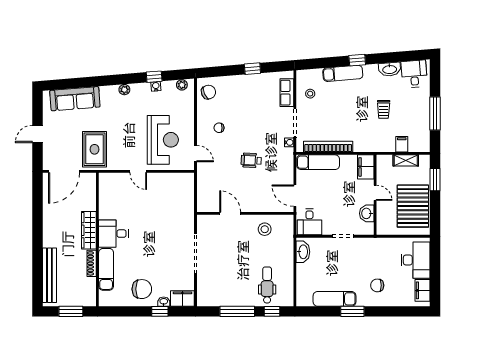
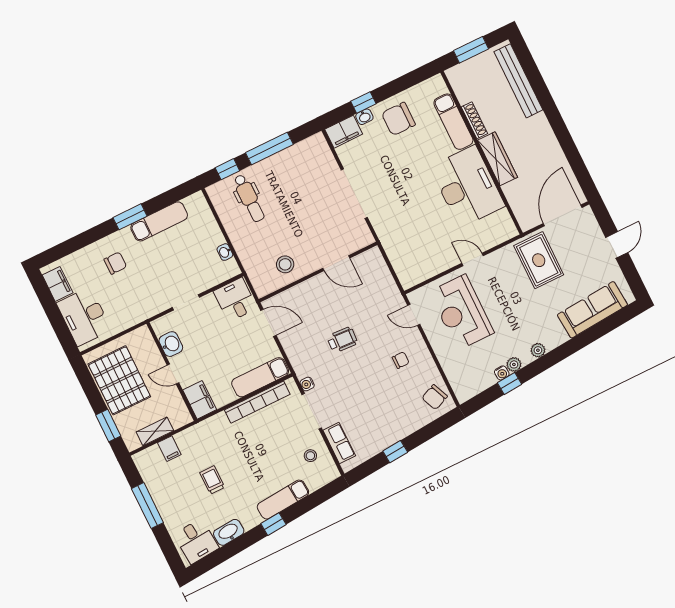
plant: (182, 85) -> (514, 364), moved
desk: (114, 234) -> (467, 187), width x1.87, depth x1.30
washbasin: (303, 252) -> (225, 252), width x0.52, depth x0.69

